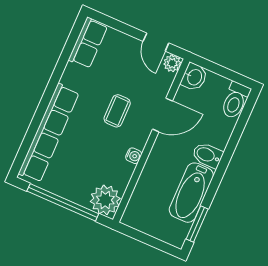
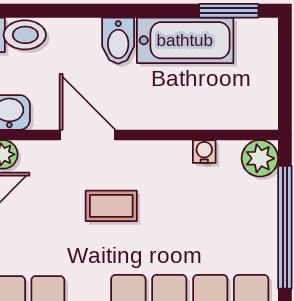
water cooler: (134, 156) -> (204, 152), moved
plant: (105, 200) -> (260, 158), width x0.73, depth x0.73

